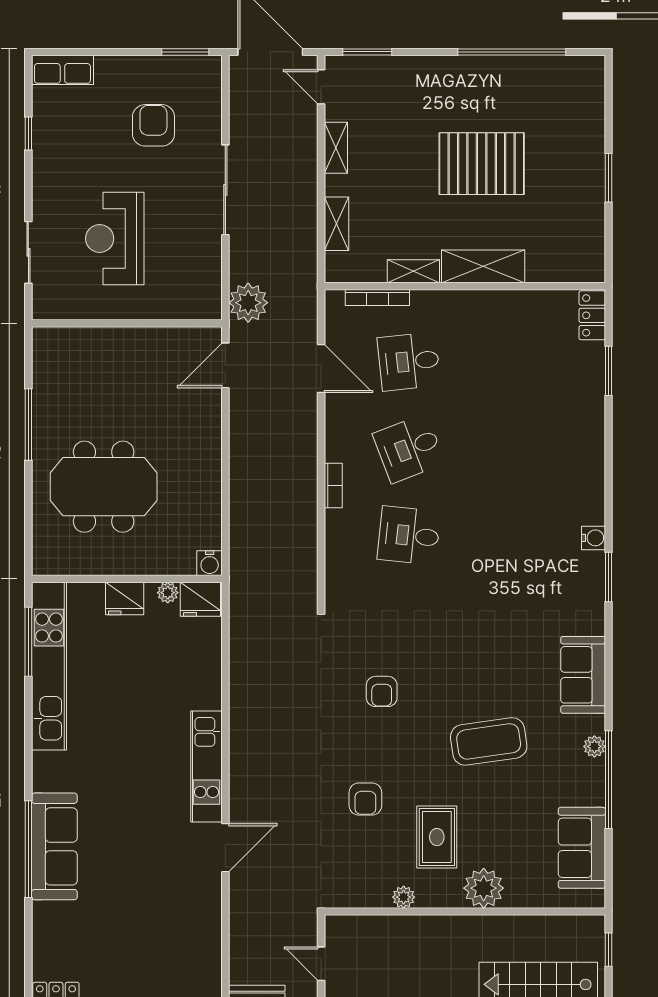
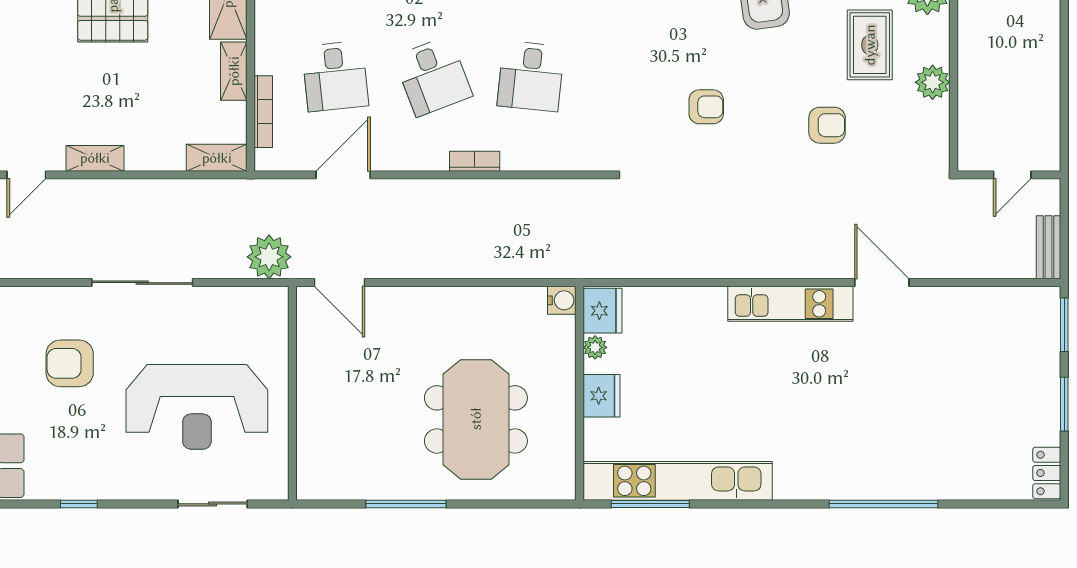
shelving: (336, 224) -> (217, 158), moved
reception desk: (115, 239) -> (197, 407), width x1.36, depth x1.30
rug: (437, 837) -> (870, 45), turned 90
sofa: (54, 846) -> (880, 475), removed
plant: (404, 897) -> (933, 82), width x1.38, depth x1.38

